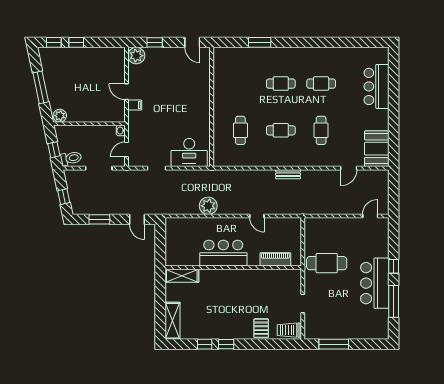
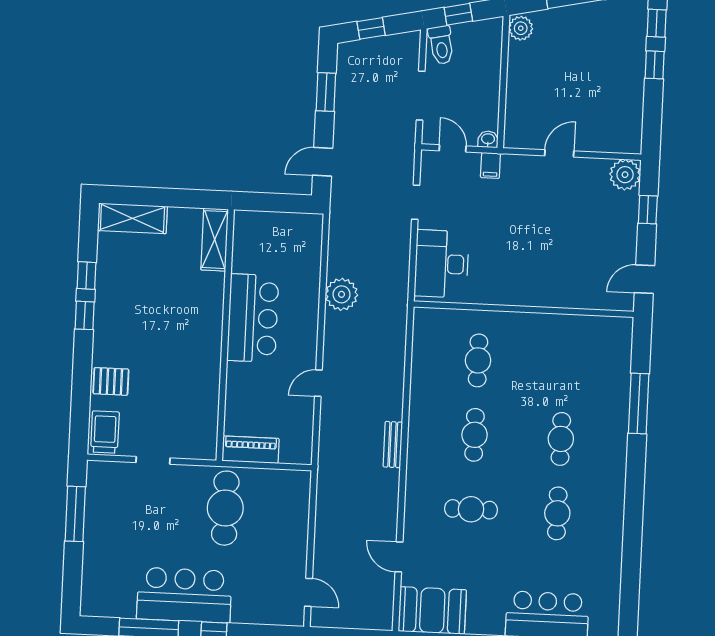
window: (260, 42) -> (639, 403), width x1.44
filing cabinet: (135, 105) -> (490, 165), moved
cafe table: (240, 130) -> (478, 360), turned 90
piano: (275, 259) -> (251, 450), moved, turned -90

